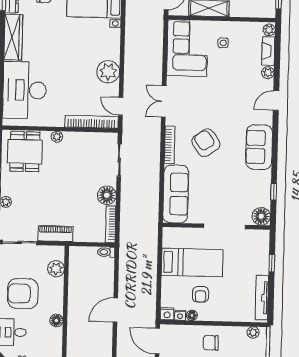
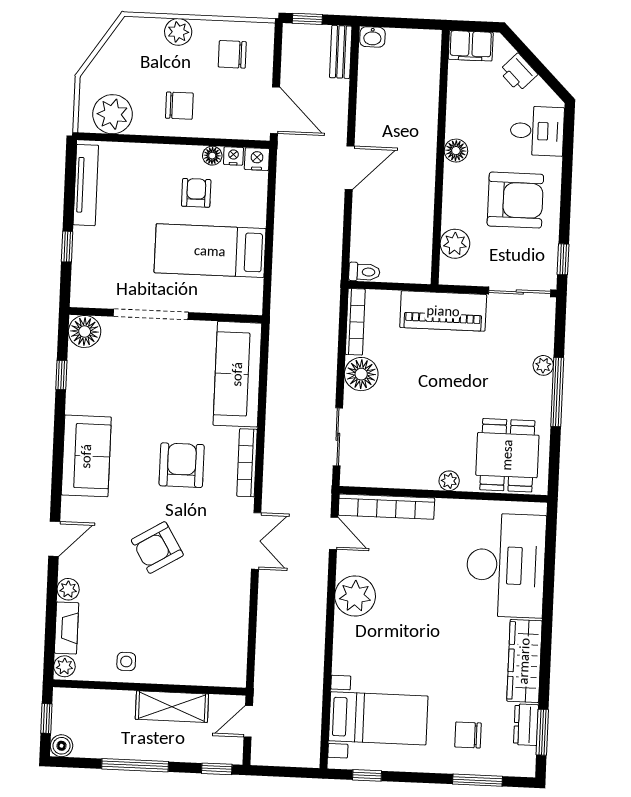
side table: (223, 43) -> (126, 661), moved
corner sofa: (187, 48) -> (212, 636), removed
armchair: (219, 97) -> (157, 548), added
armchair: (206, 143) -> (182, 465), turned -145
piano: (55, 234) -> (443, 311), width x1.37, depth x1.33
plant: (253, 332) -> (113, 114), width x1.88, depth x1.88

